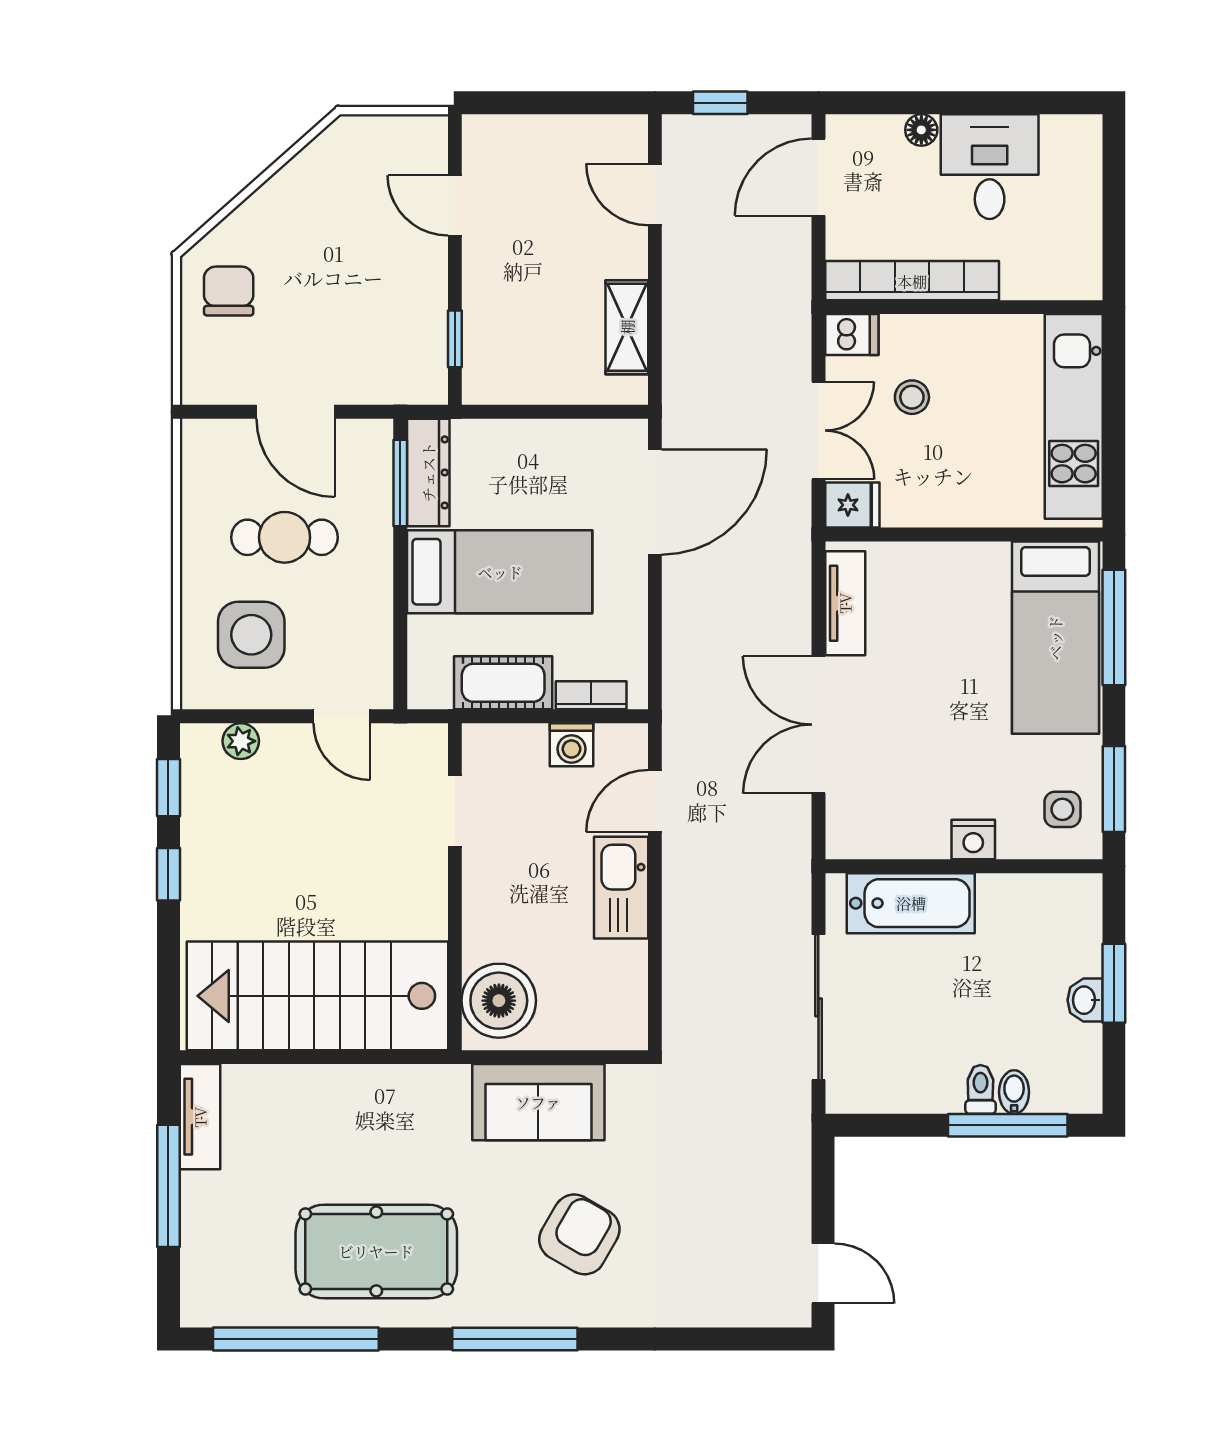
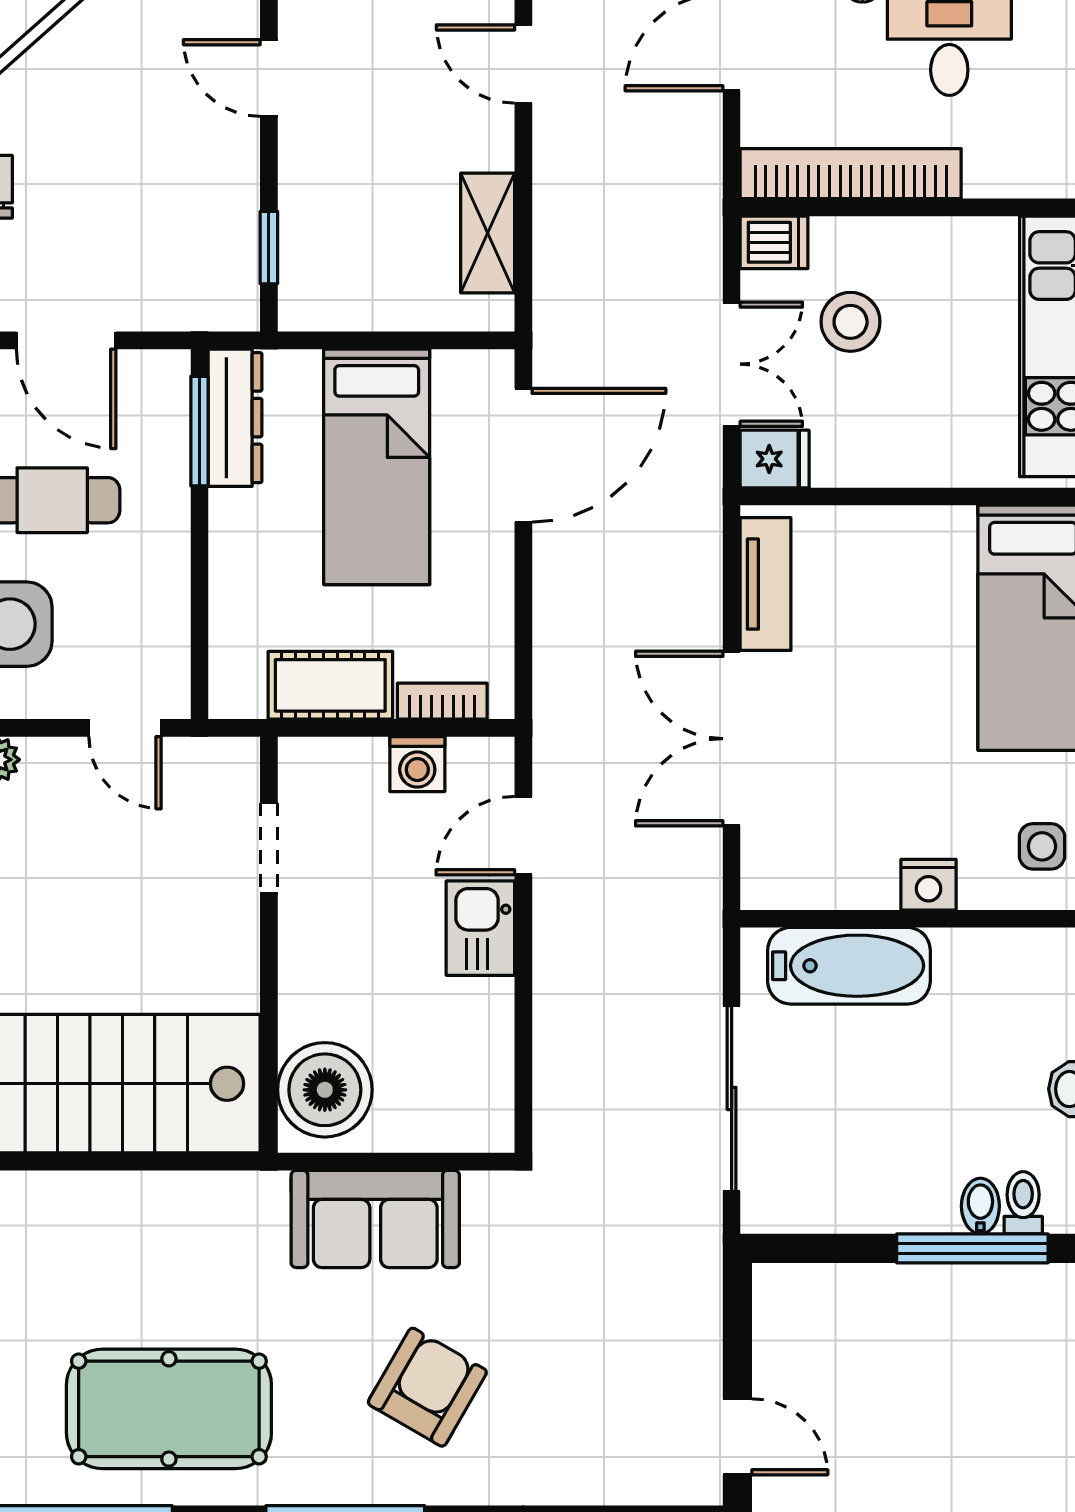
stool: (912, 397) -> (851, 322), width x1.37, depth x1.37
bed: (500, 572) -> (377, 467), moved, turned 90
kitchen sink: (621, 888) -> (480, 928), width x0.73
toilet: (980, 1089) -> (1023, 1203), moved

